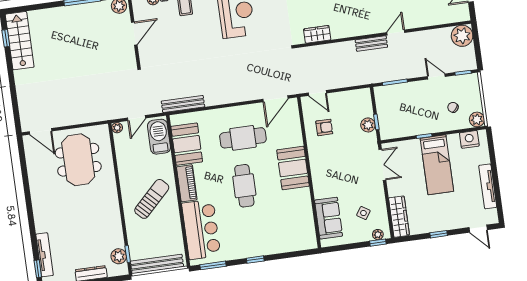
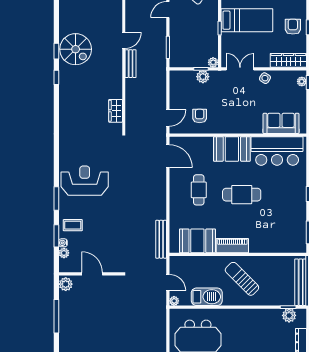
door: (396, 33) -> (124, 40), swing flipped
plant: (385, 134) -> (213, 62), added
barbecue: (159, 137) -> (207, 297), moved, turned 180
cafe table: (243, 138) -> (199, 190), width x0.73, depth x0.74
side table: (363, 213) -> (265, 78), moved
armchair: (437, 216) -> (293, 27), added
bar counter: (201, 229) -> (277, 151), moved, turned 180

